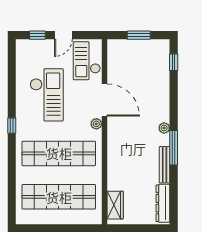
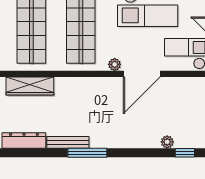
plant: (164, 128) -> (167, 142), moved
wardrobe: (115, 205) -> (30, 86), width x1.50

